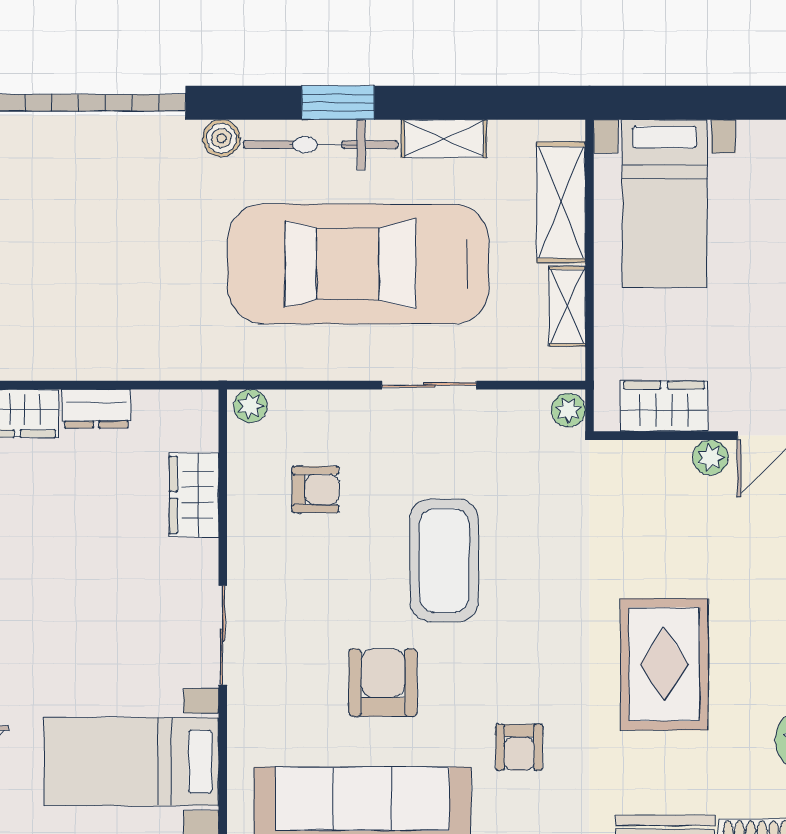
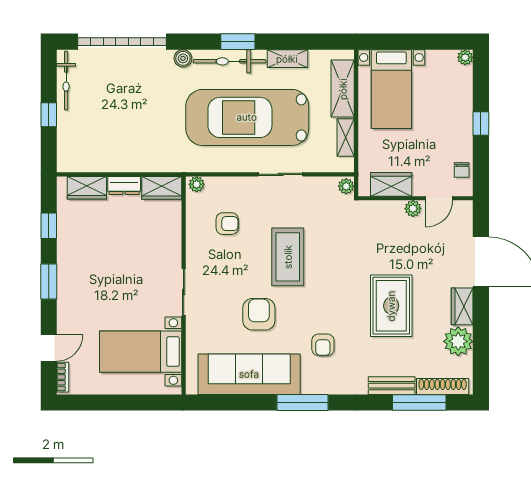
wardrobe: (194, 495) -> (162, 188), moved, turned -90

